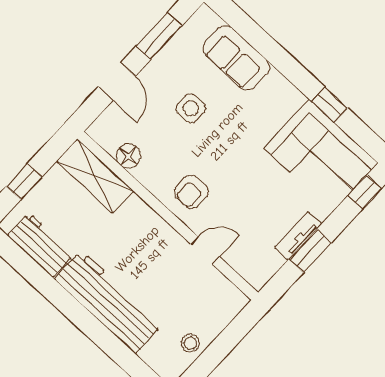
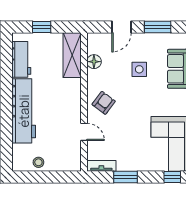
armchair: (191, 192) -> (104, 103), turned 127
tv unit: (298, 236) -> (101, 166), moved

